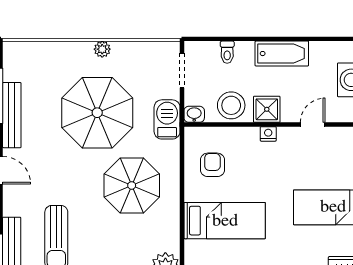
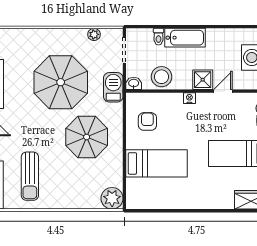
plant: (102, 49) -> (94, 34), moved
bathtub: (282, 54) -> (185, 38), moved
shower: (267, 109) -> (203, 80), moved

